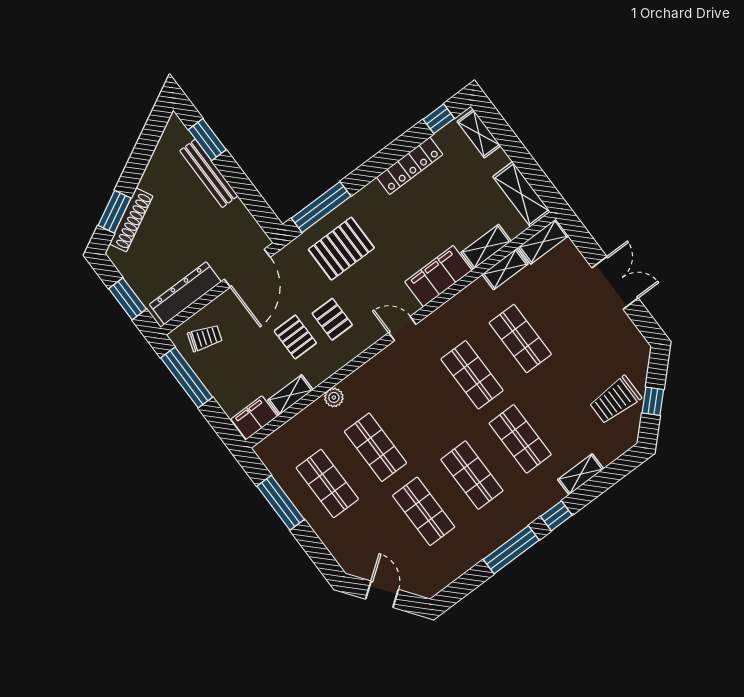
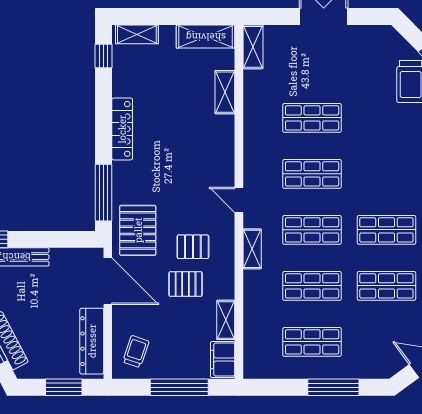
locker: (410, 166) -> (122, 129), moved
pallet: (341, 249) -> (138, 230), moved
shelving: (505, 269) -> (252, 249), moved
filing cabinet: (438, 276) -> (220, 144), removed
door: (402, 328) -> (239, 200), hinge flipped
window: (187, 378) -> (179, 387), moved
plant: (334, 397) -> (252, 289), removed
shop shelf: (520, 439) -> (312, 230), moved
window: (281, 503) -> (333, 387), moved

